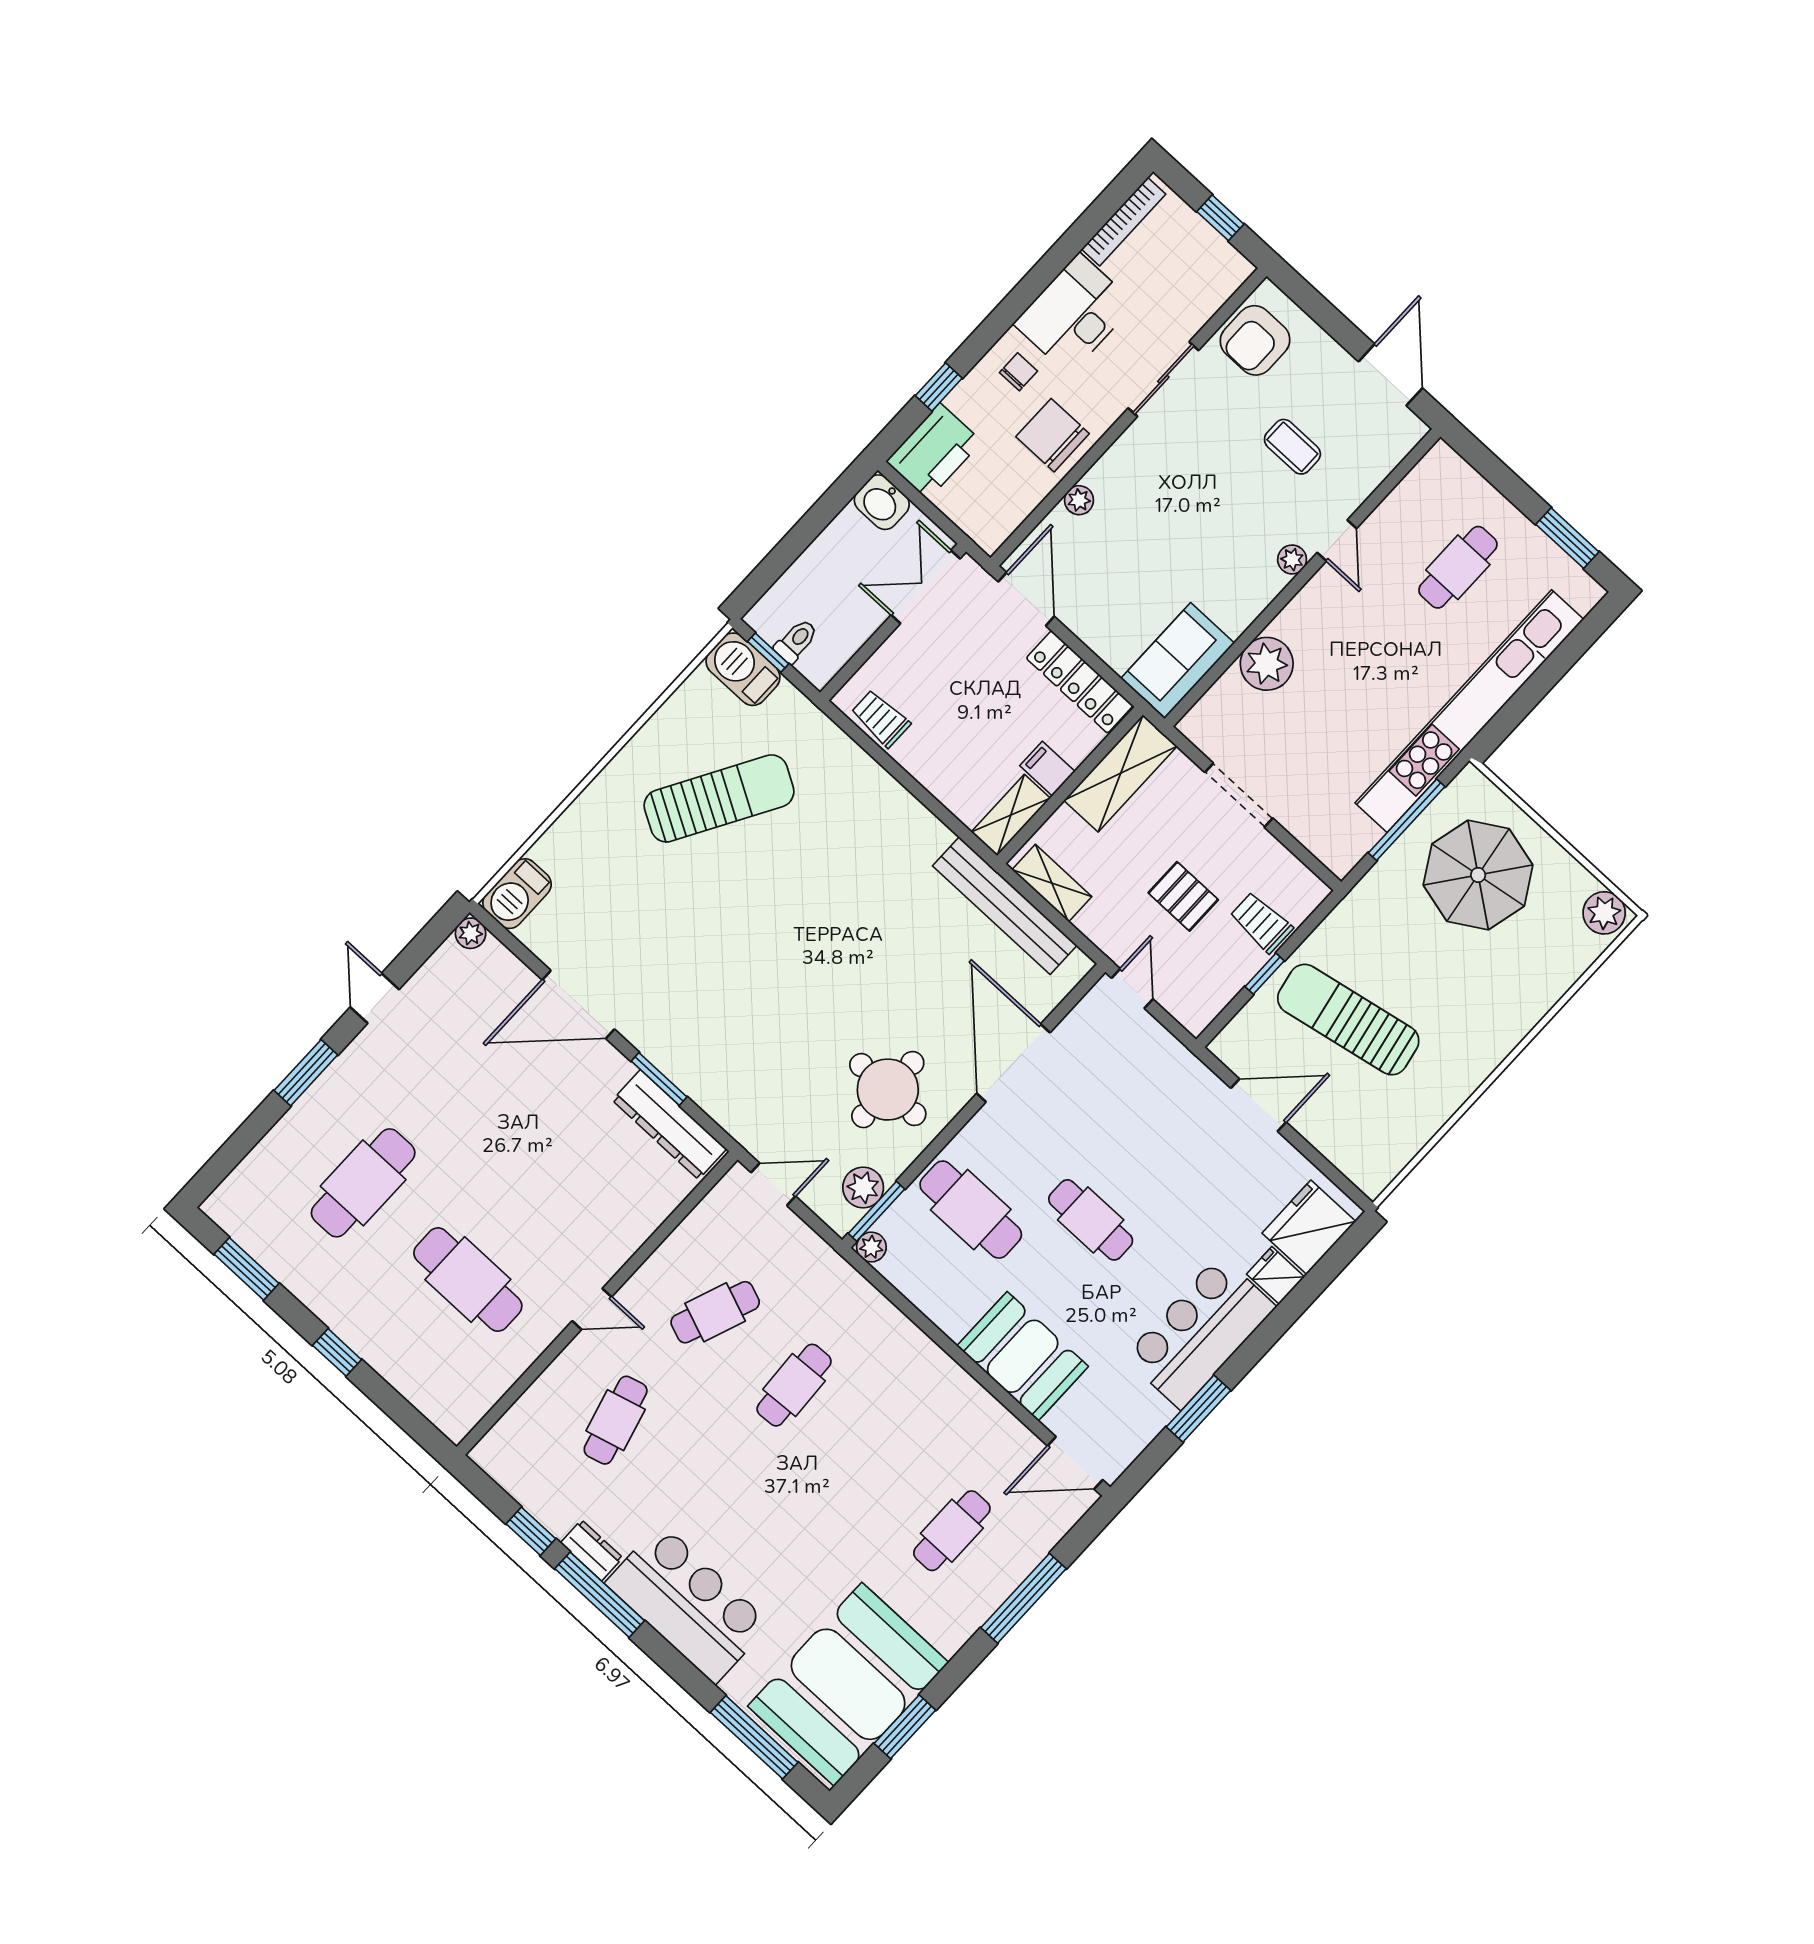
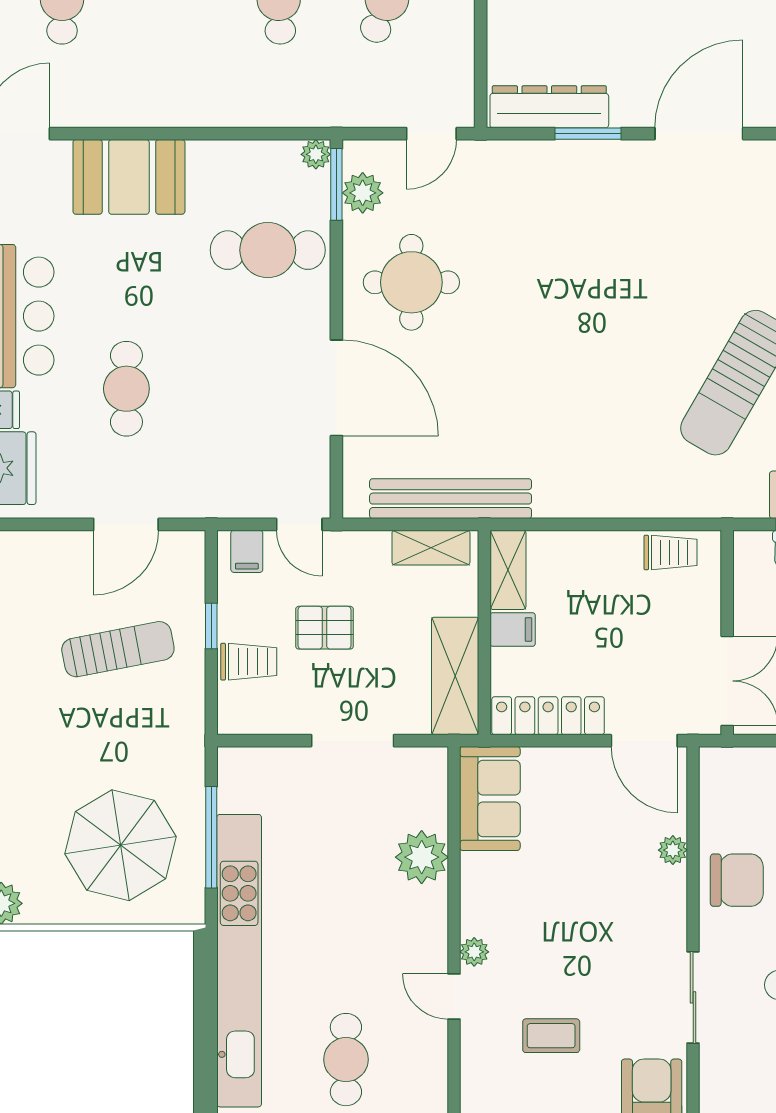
filing cabinet: (1188, 1004) -> (247, 551), added
sun lounger: (1348, 1020) -> (118, 649), width x0.73, depth x0.75
cafe table: (1091, 1220) -> (126, 389), moved, turned 90

